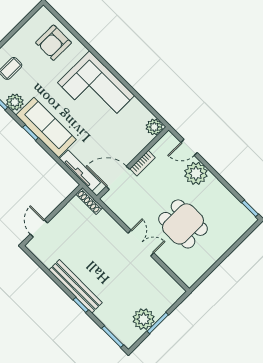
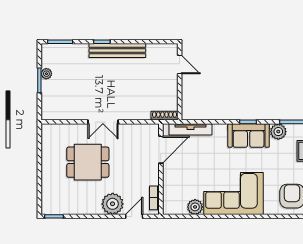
sofa: (46, 127) -> (249, 136), width x0.73
plant: (154, 127) -> (195, 207), moved
bookcase: (142, 163) -> (154, 198), moved
plant: (144, 319) -> (46, 74), width x0.53, depth x0.53

